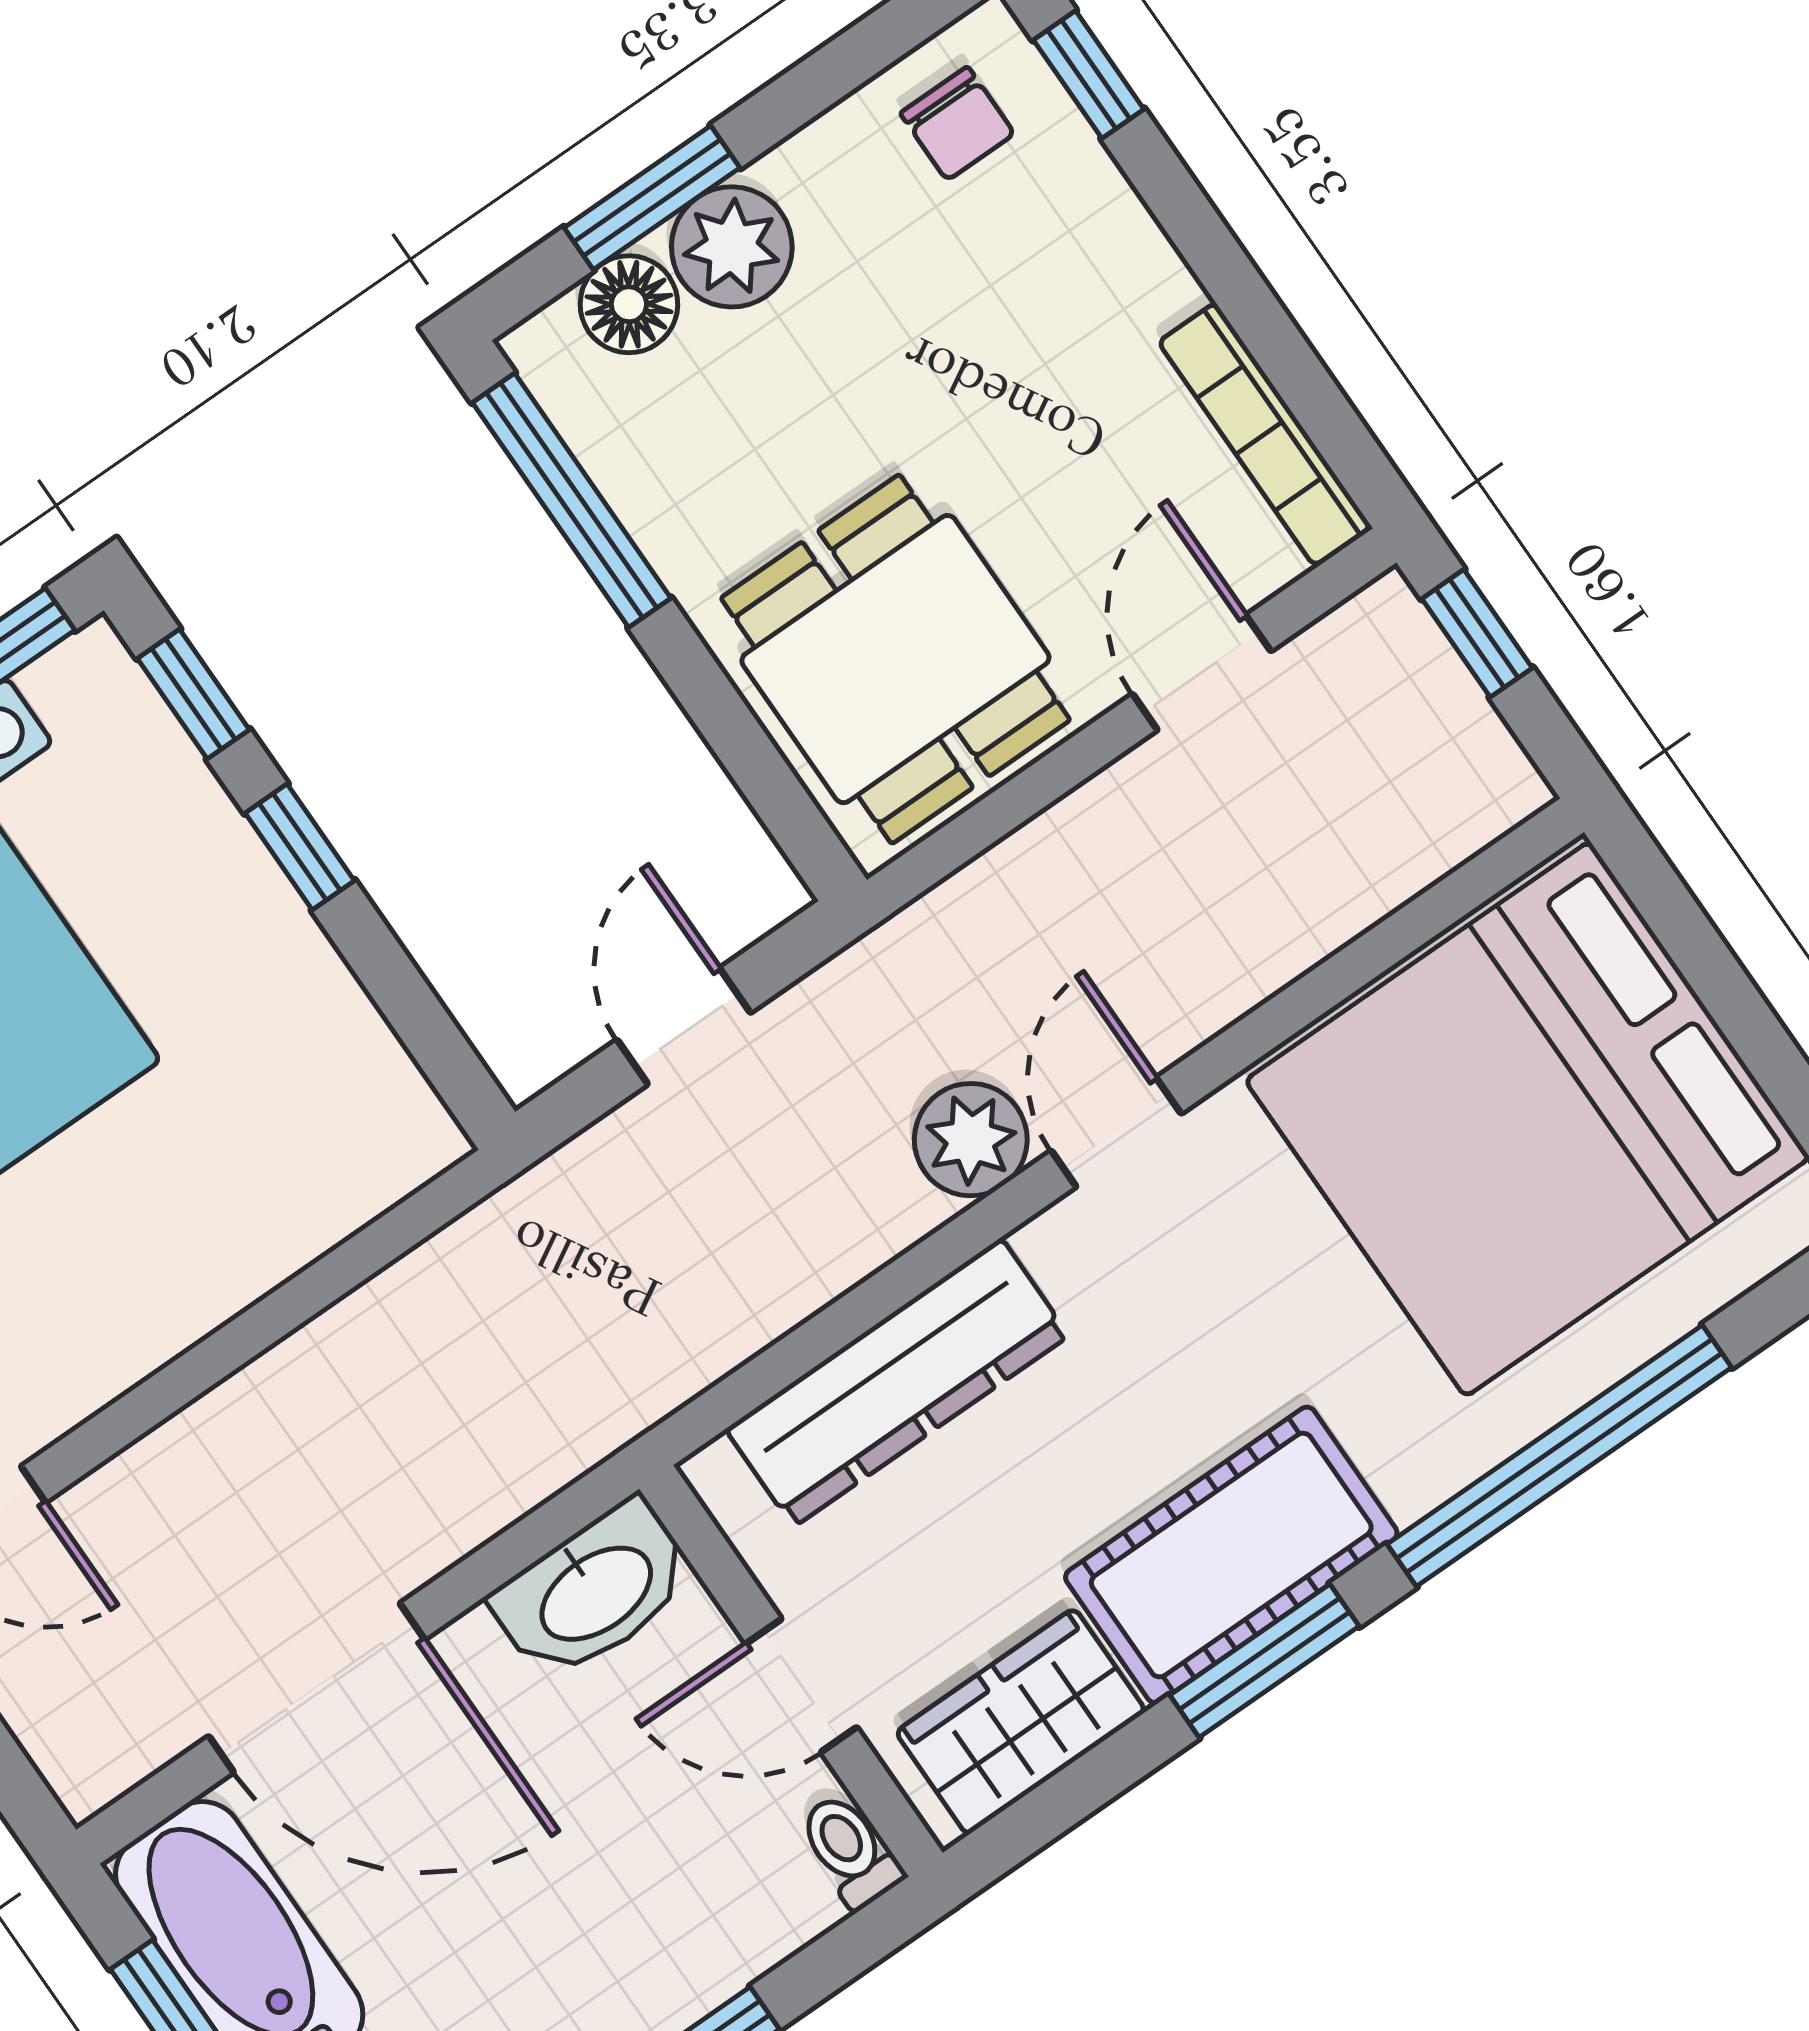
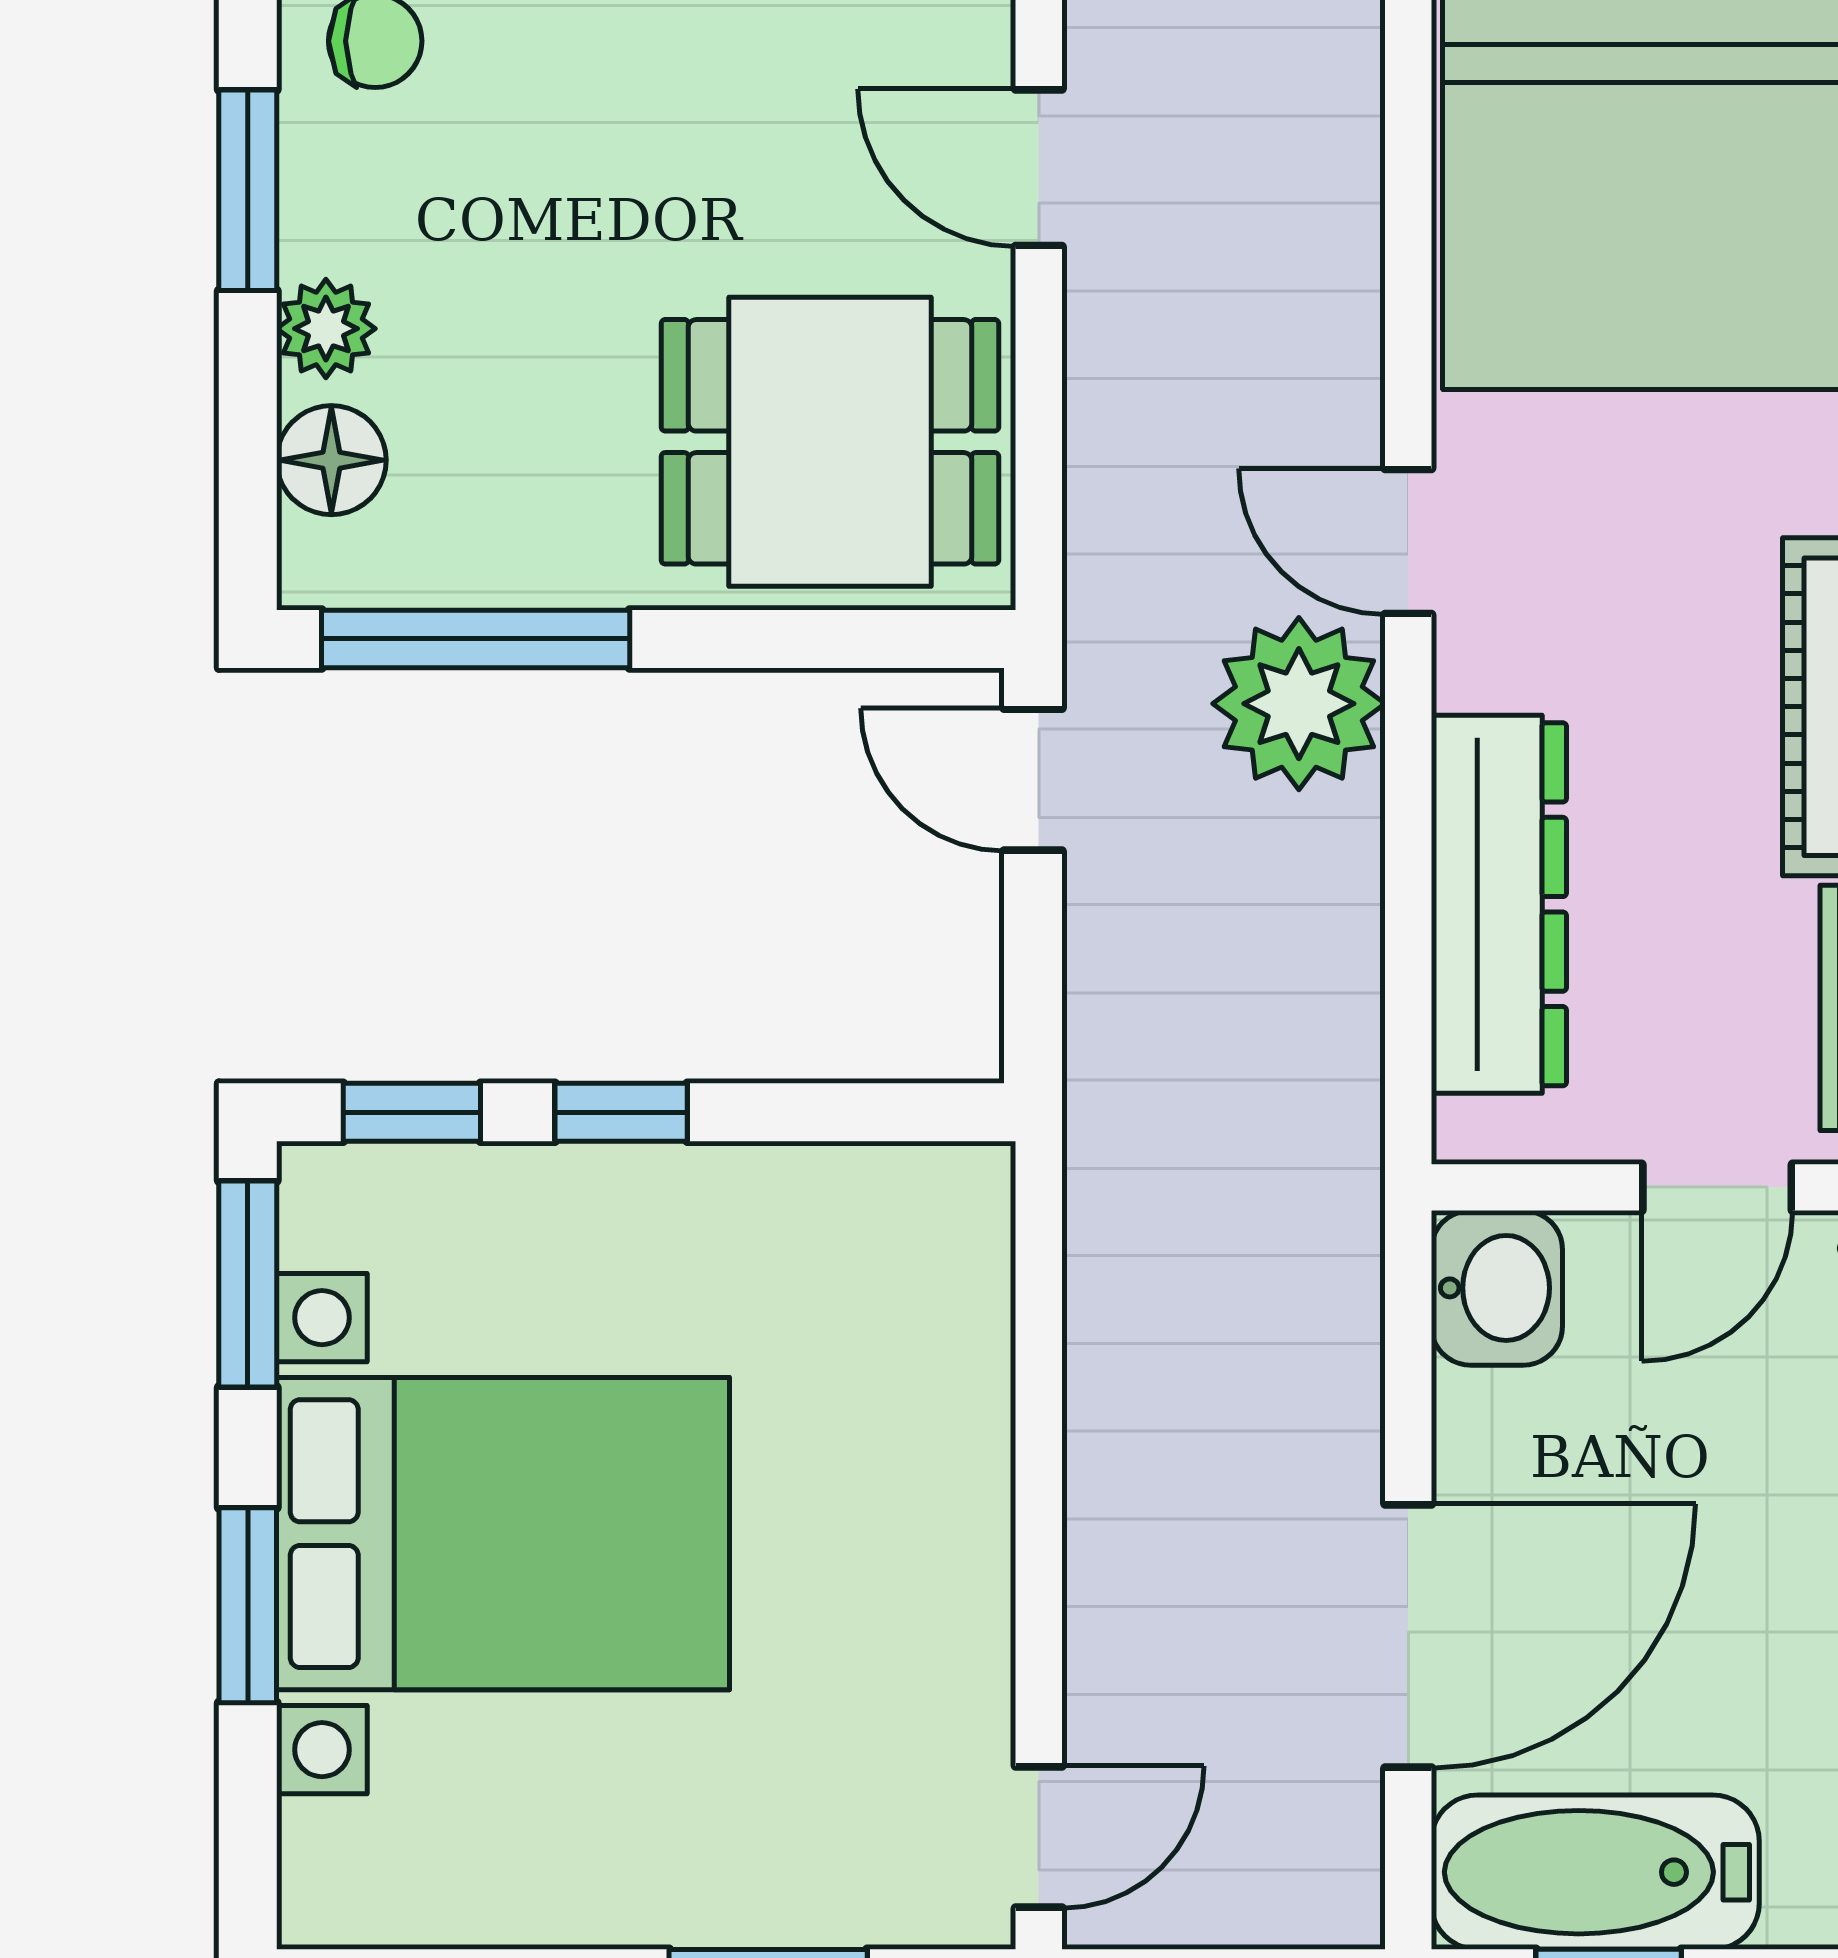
window: (652, 198) -> (248, 190), moved
plant: (732, 247) -> (326, 329), width x0.73, depth x0.73
door: (684, 1026) -> (1033, 780), moved
plant: (971, 1140) -> (1299, 704), width x1.36, depth x1.36
washbasin: (594, 1591) -> (1497, 1288), width x0.72

